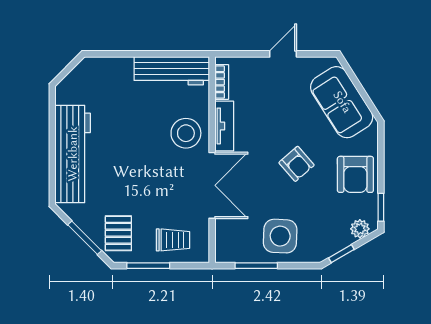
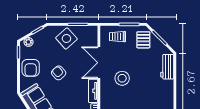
stool: (186, 133) -> (122, 78), moved
workbench: (73, 154) -> (167, 67), width x0.53, depth x0.76
armchair: (355, 174) -> (31, 68), turned 180
side table: (280, 236) -> (66, 38), turned 45

